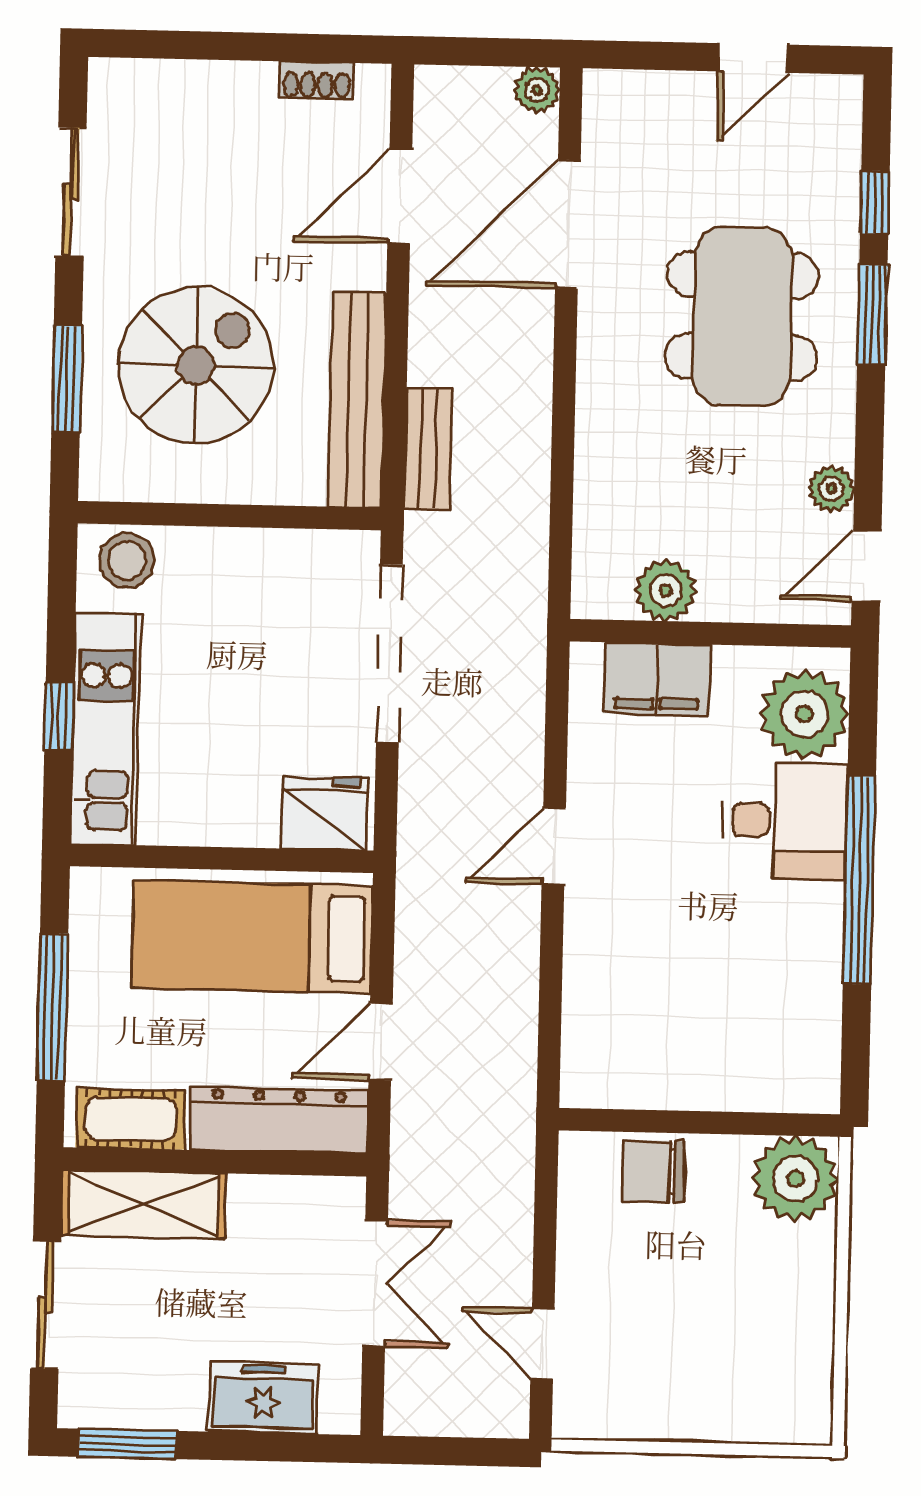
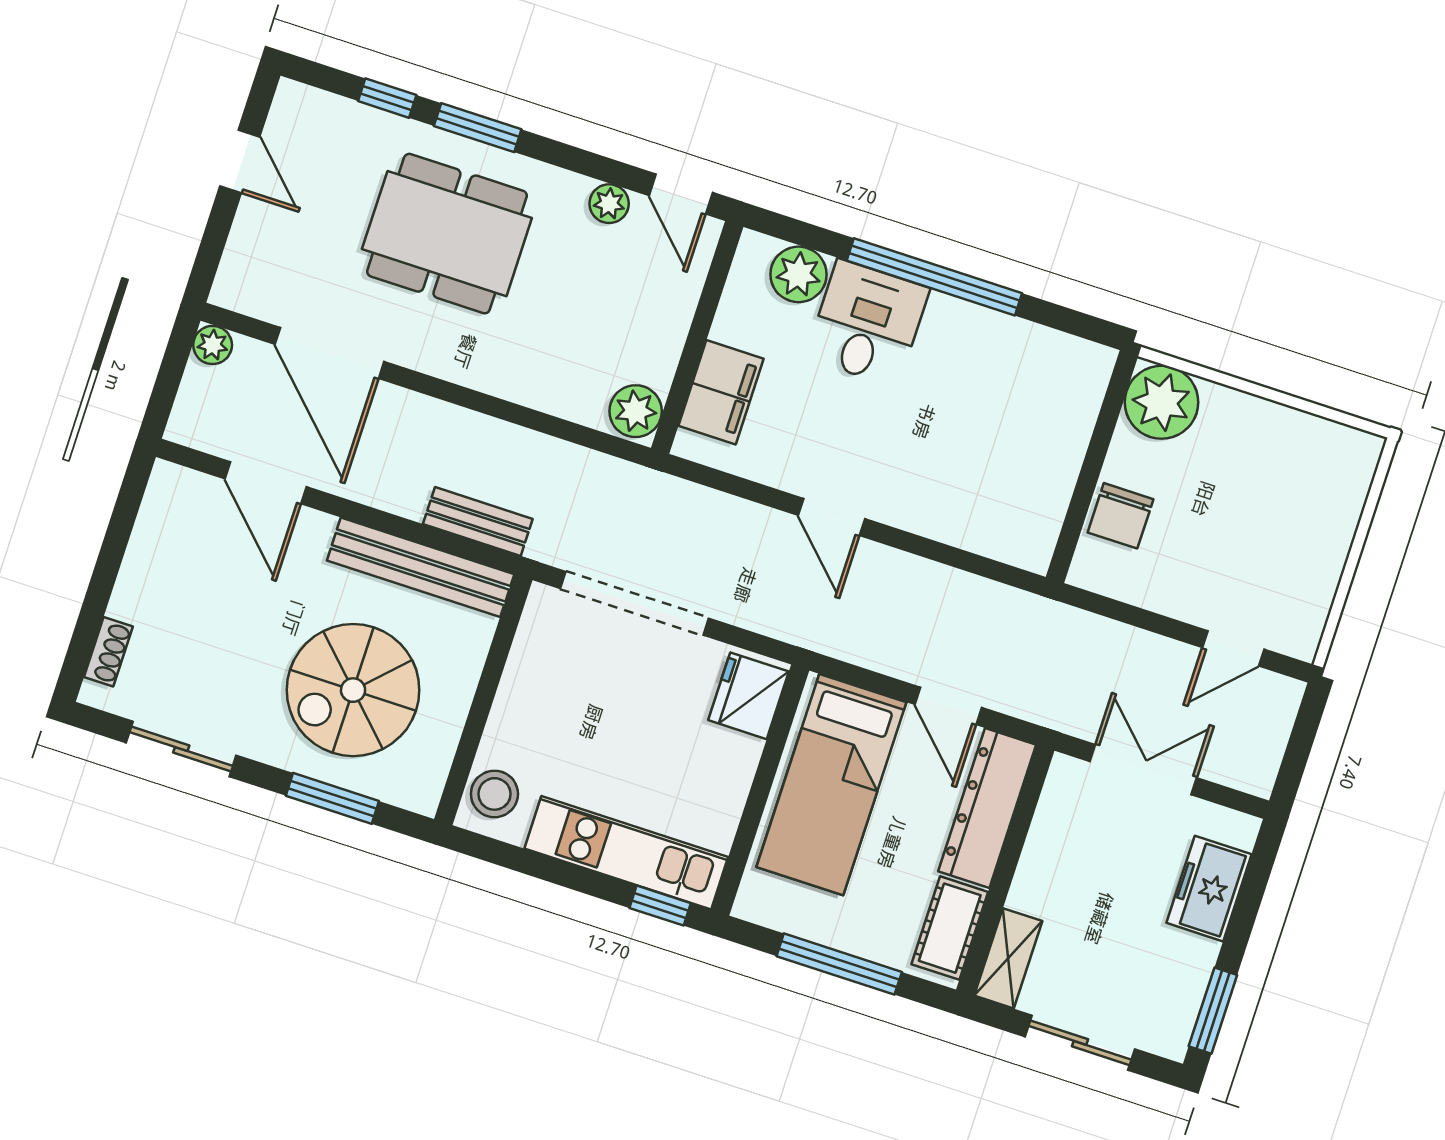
shoe rack: (317, 80) -> (108, 652), moved
spiral stairs: (196, 366) -> (353, 690), turned -90
plant: (666, 590) -> (636, 411), moved
plant: (804, 714) -> (799, 274), width x0.73, depth x0.73
window: (59, 716) -> (660, 906), moved
shelving: (143, 1204) -> (1008, 958), width x0.67, depth x0.75

